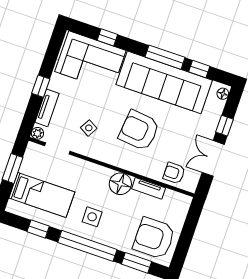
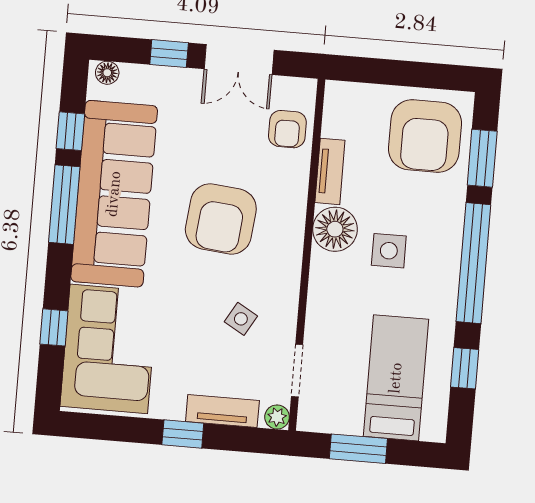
side table: (92, 217) -> (389, 251), moved

